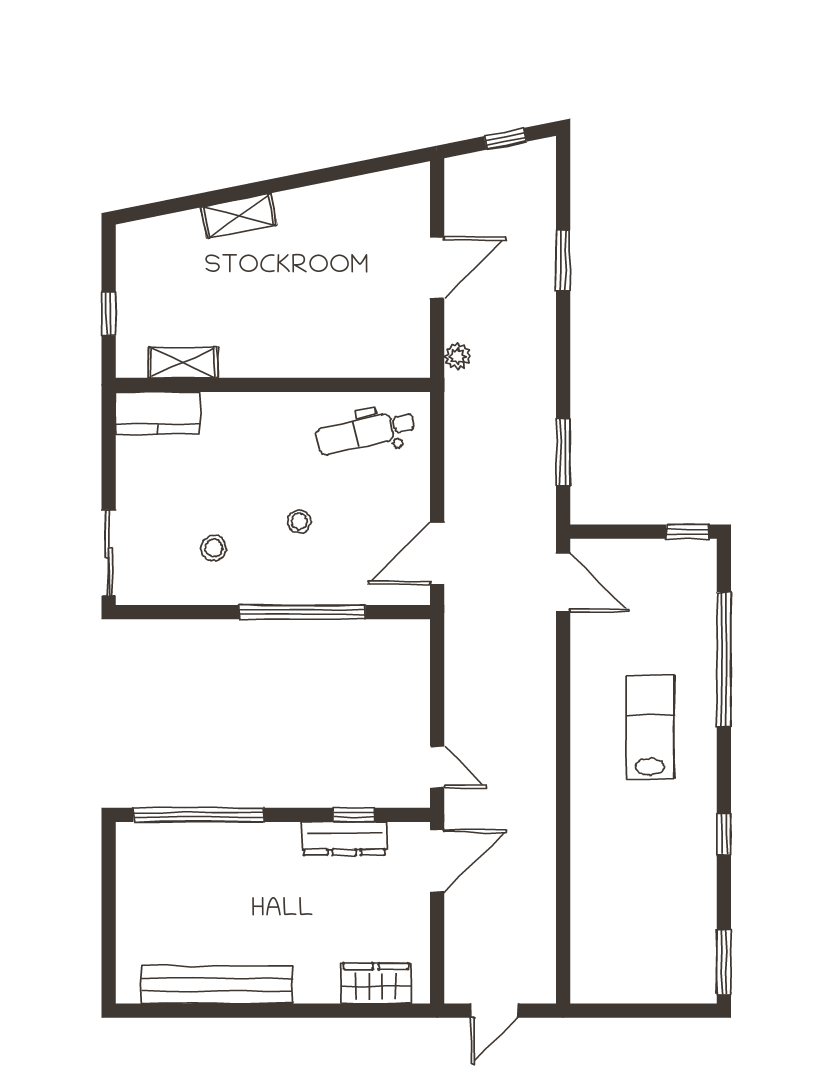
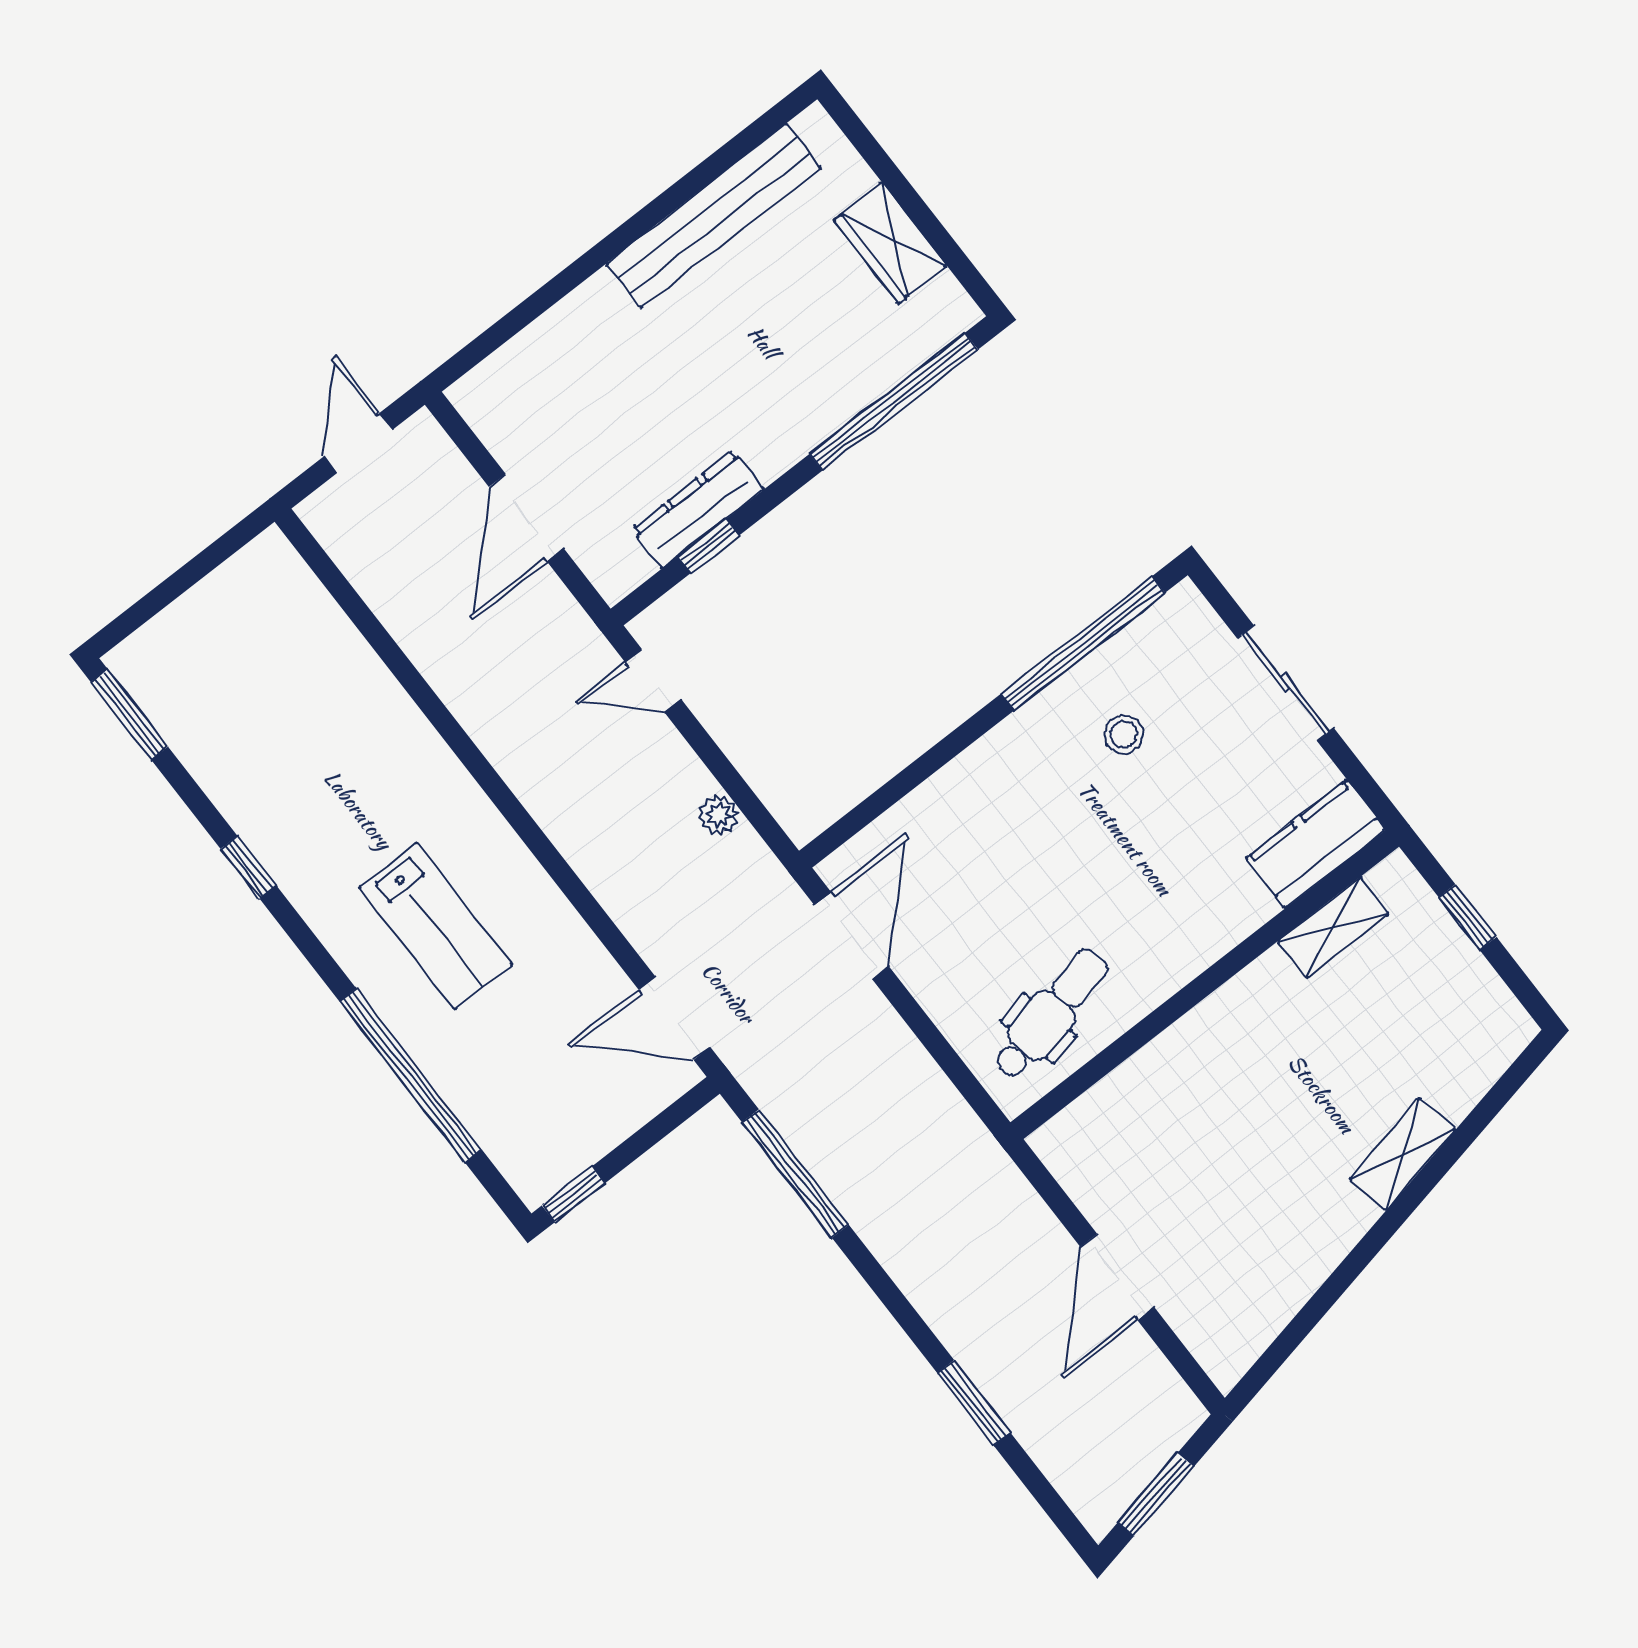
window: (505, 139) -> (1156, 1495), width x1.50
plant: (457, 356) -> (719, 815), moved
window: (563, 452) -> (795, 1174), width x1.44
stool: (299, 522) -> (1046, 846), removed
sliding door: (109, 553) -> (1285, 683), moved
window: (302, 612) -> (1083, 643), moved
door: (437, 861) -> (526, 518), moved
wardrobe: (376, 983) -> (890, 243), moved, turned 90

